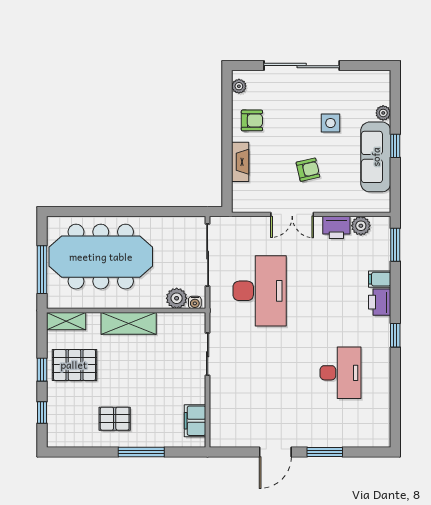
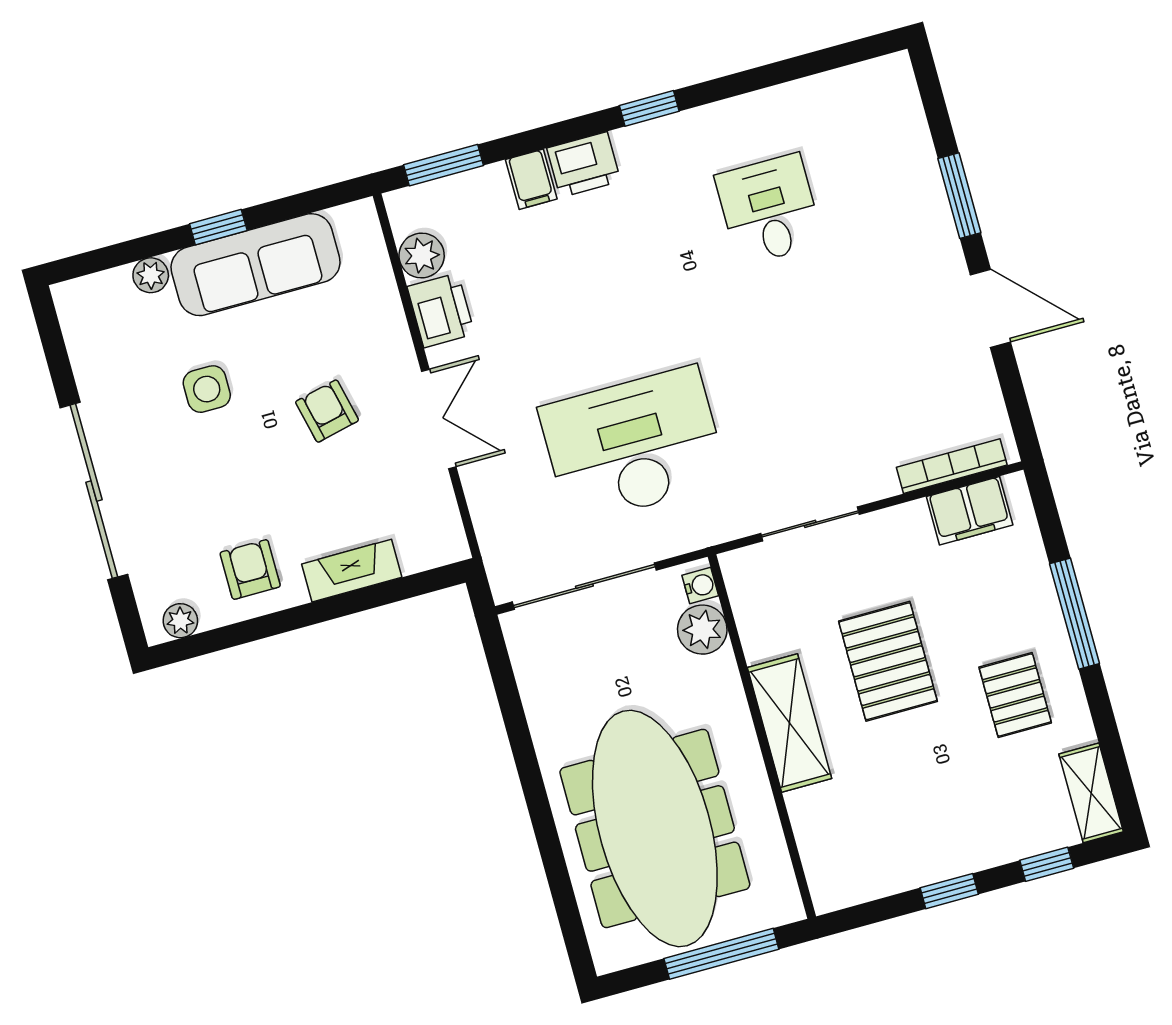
shelving: (66, 321) -> (1091, 793), moved
pallet: (74, 365) -> (888, 661), moved
desk: (341, 373) -> (769, 210), width x0.73
bookcase: (215, 419) -> (952, 466), added

